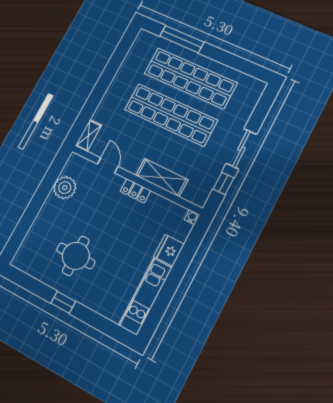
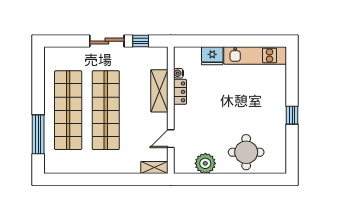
locker: (135, 191) -> (180, 92), moved
water cooler: (192, 217) -> (178, 73), moved
round table: (76, 256) -> (246, 152), moved

